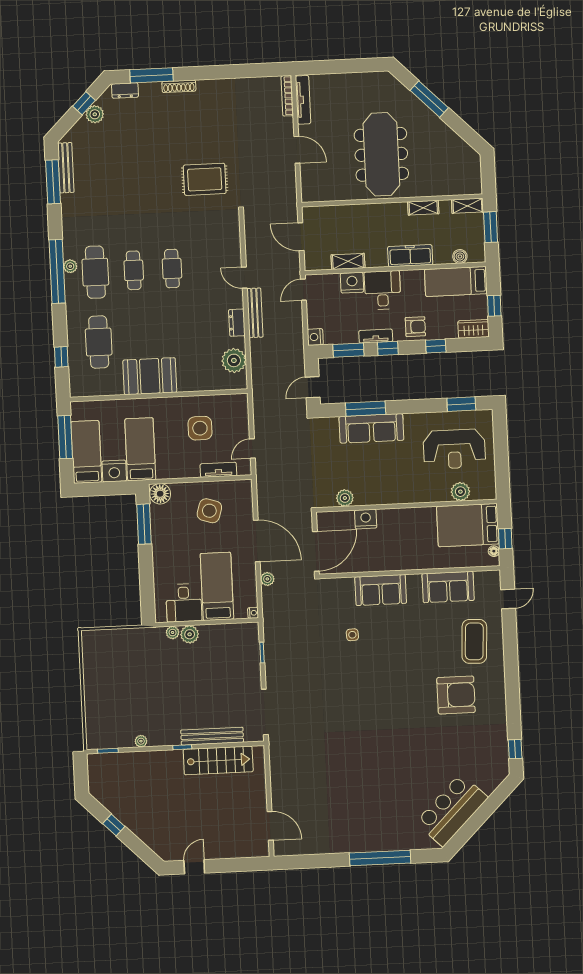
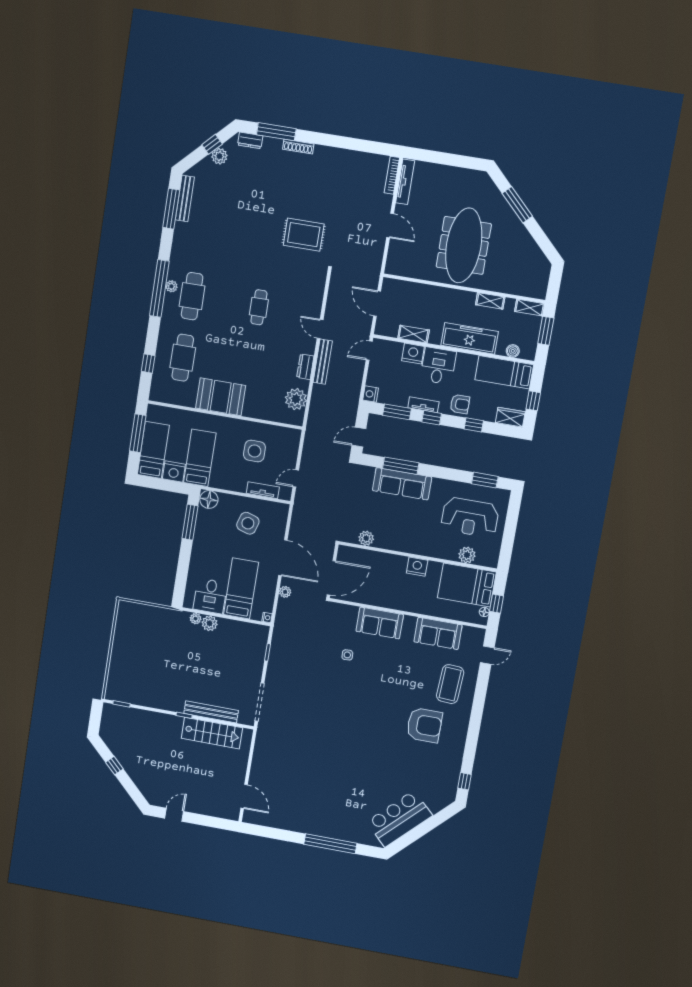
freezer: (410, 256) -> (470, 338), width x1.36, depth x1.26
cafe table: (134, 270) -> (225, 302), removed
nightstand: (366, 519) -> (417, 567), moved
plant: (141, 741) -> (151, 702), removed

